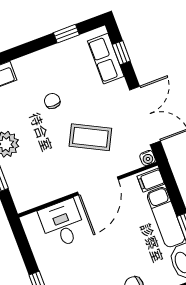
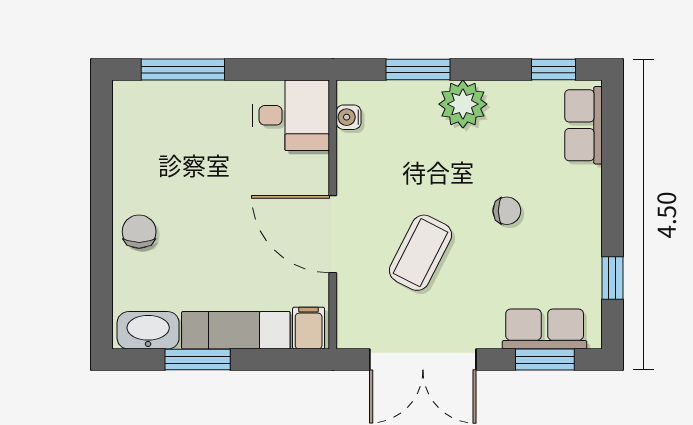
window: (121, 53) -> (545, 360), width x1.50
water cooler: (148, 158) -> (349, 117), moved
desk: (62, 224) -> (291, 115), moved

